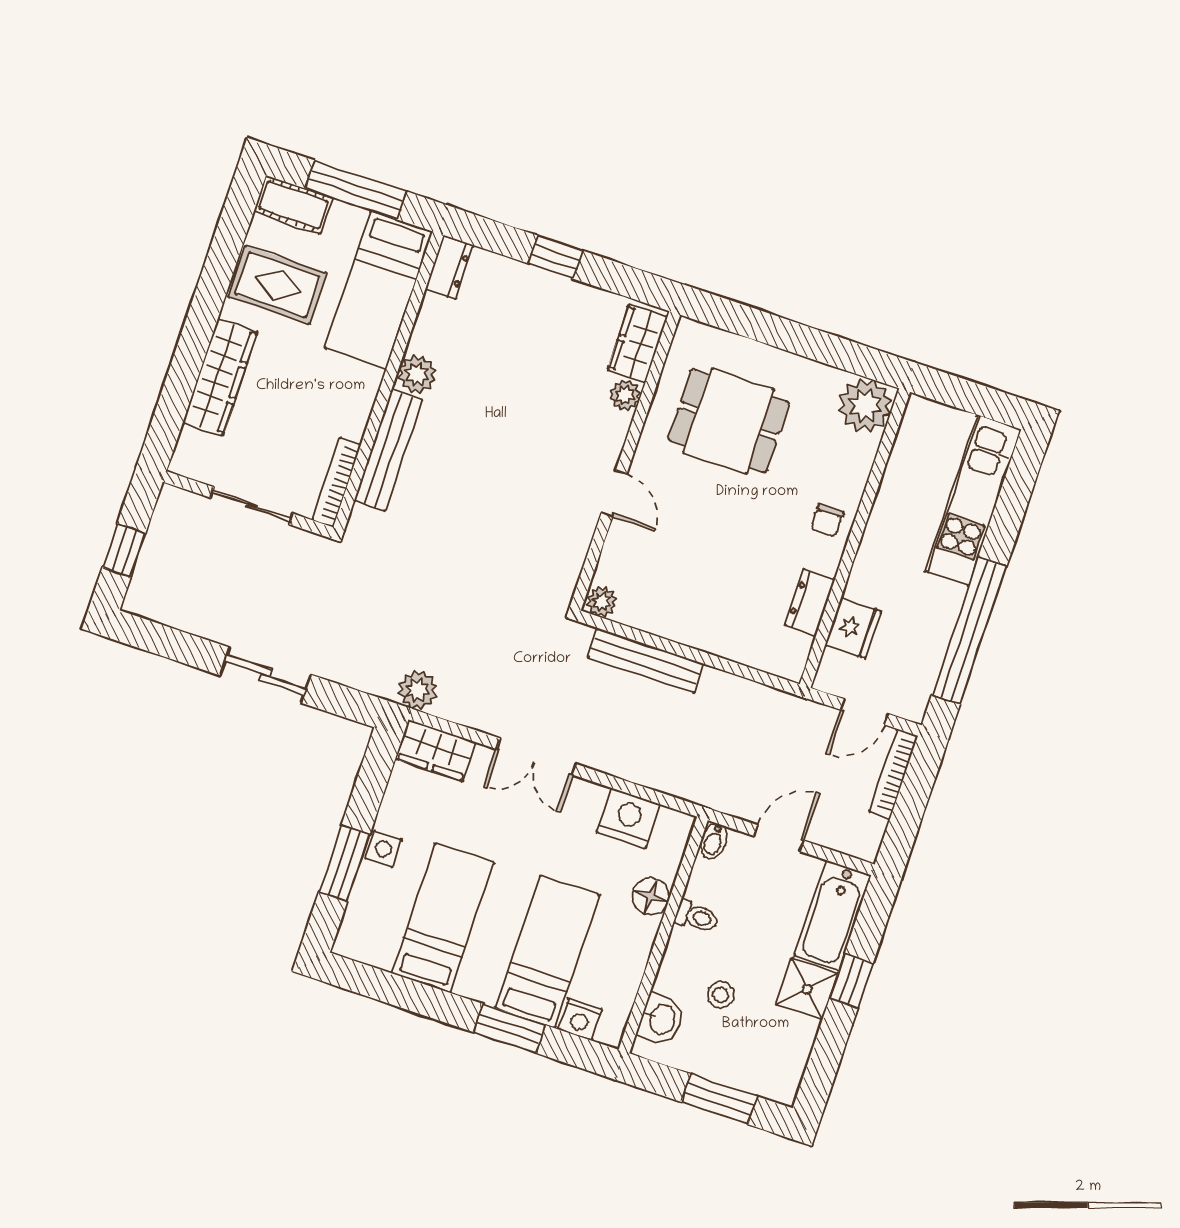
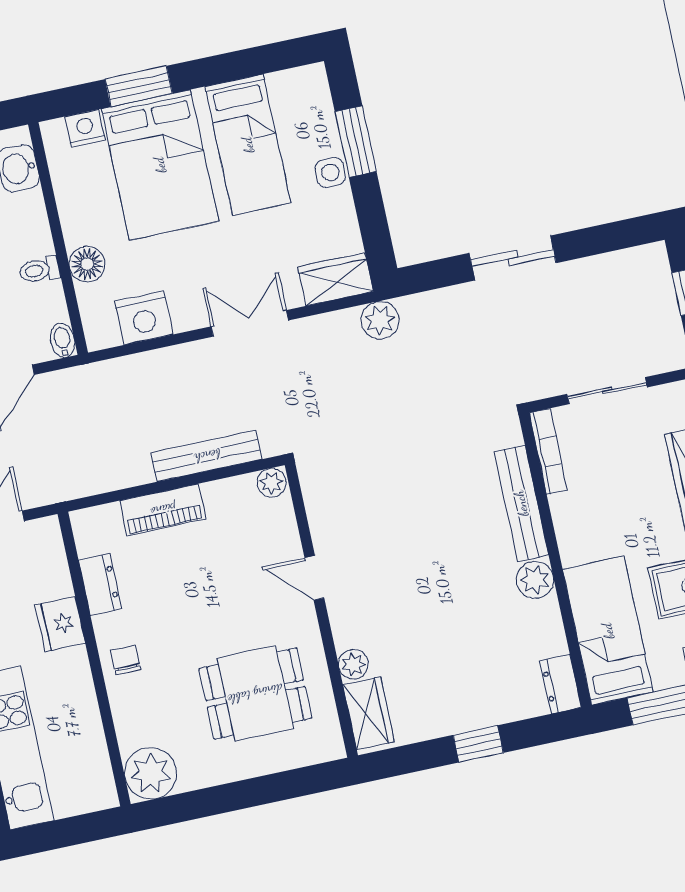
fridge: (853, 628) -> (60, 624), moved
piano: (714, 636) -> (163, 510), added
bed: (547, 952) -> (160, 165), width x1.50

